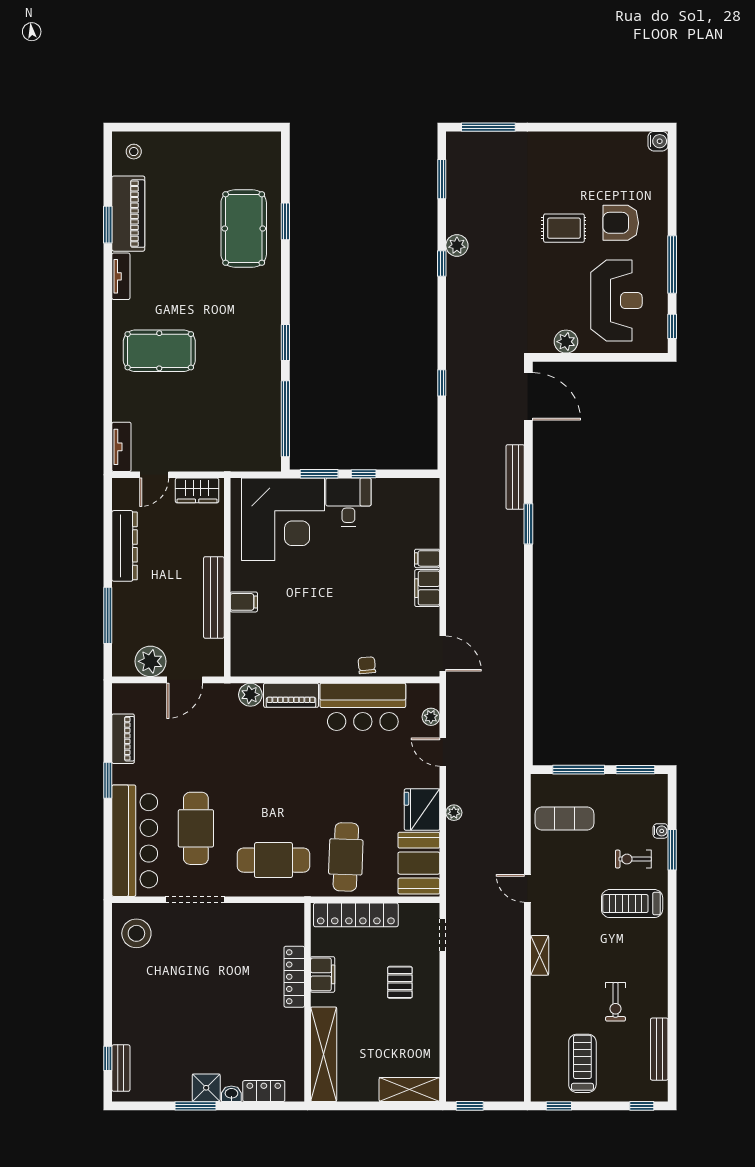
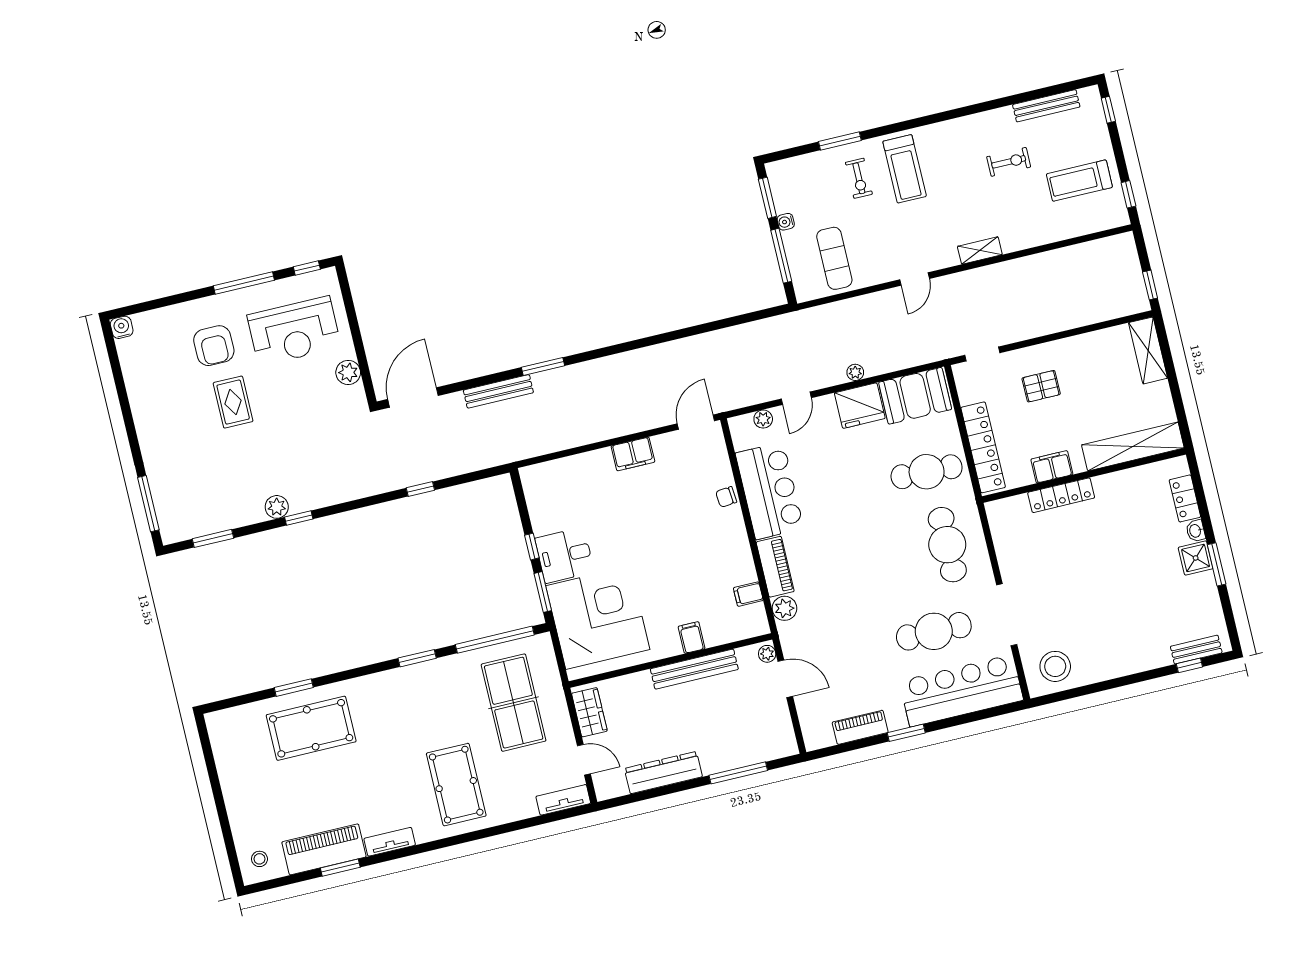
reception desk: (616, 301) -> (294, 331), turned 180
table tennis table: (223, 422) -> (514, 703), added
filing cabinet: (427, 558) -> (748, 594), moved, turned 90
plant: (150, 661) -> (767, 654), moved, width x0.53, depth x0.53
water cooler: (661, 831) -> (786, 222), moved, turned -90

